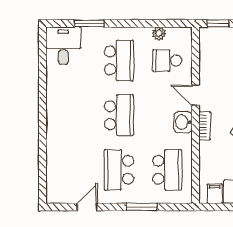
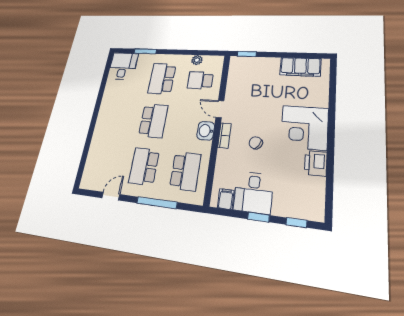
school desk: (119, 61) -> (162, 79), turned 180
window: (142, 207) -> (157, 203), width x1.44

